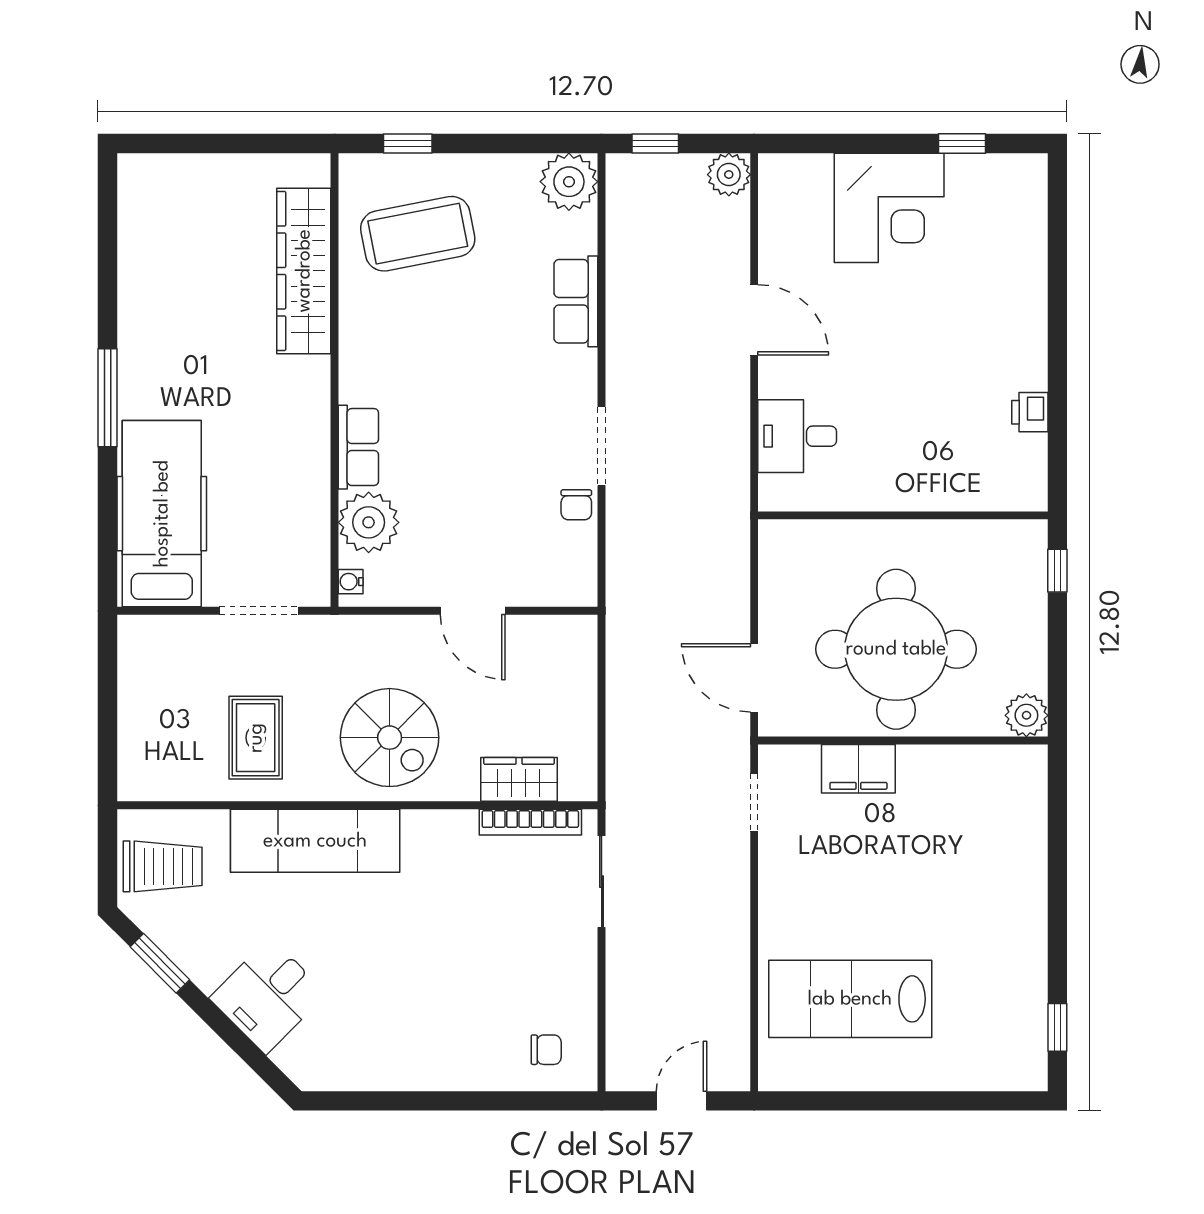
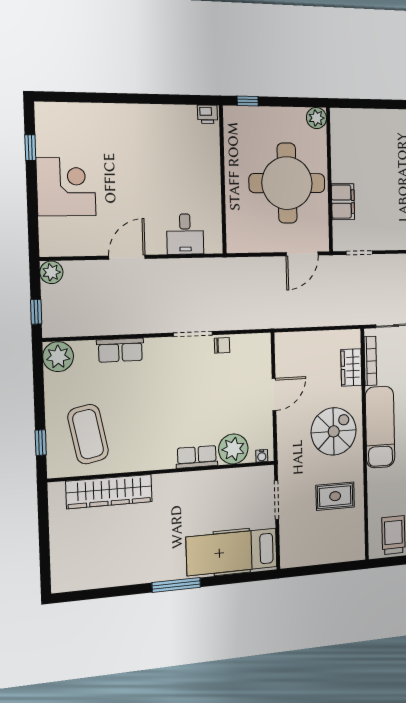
printer: (1030, 412) -> (207, 114), moved
exam couch: (315, 841) -> (380, 427), moved

